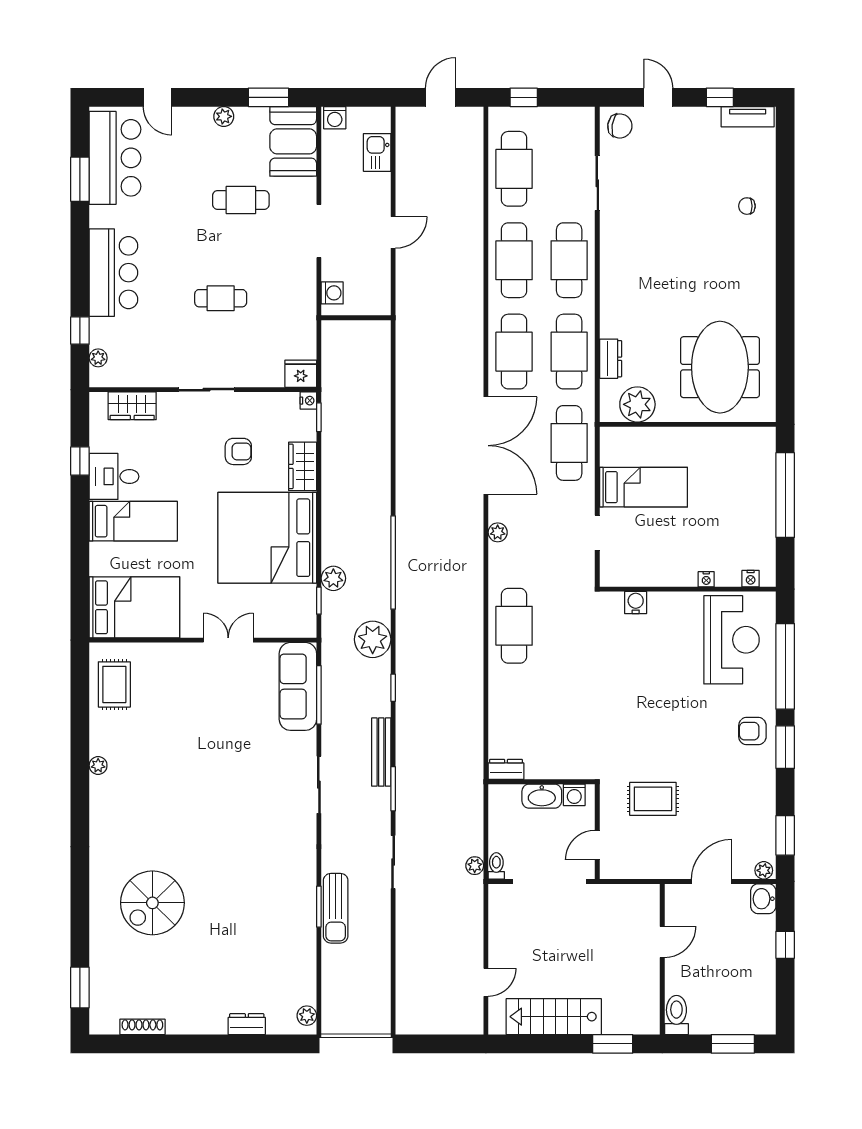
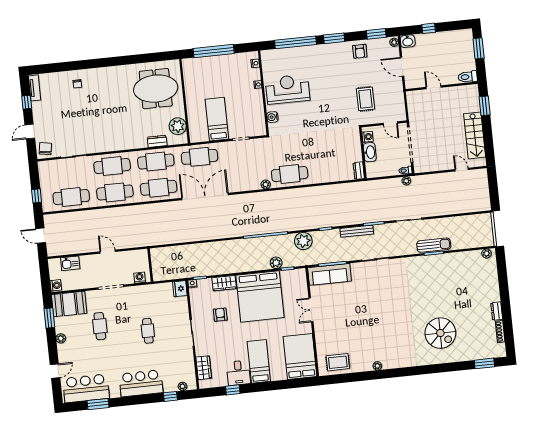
plant: (498, 532) -> (266, 184), moved
reception desk: (732, 640) -> (288, 89), moved
armchair: (752, 731) -> (360, 51), moved
dresser: (247, 1024) -> (497, 311), moved

